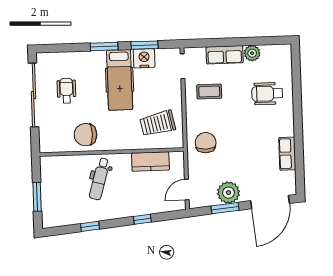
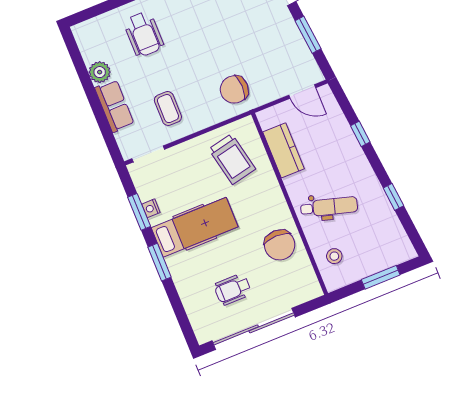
nightstand: (144, 58) -> (151, 208), width x0.53, depth x0.56
stool: (64, 170) -> (334, 256), added
plant: (228, 193) -> (287, 37), removed

